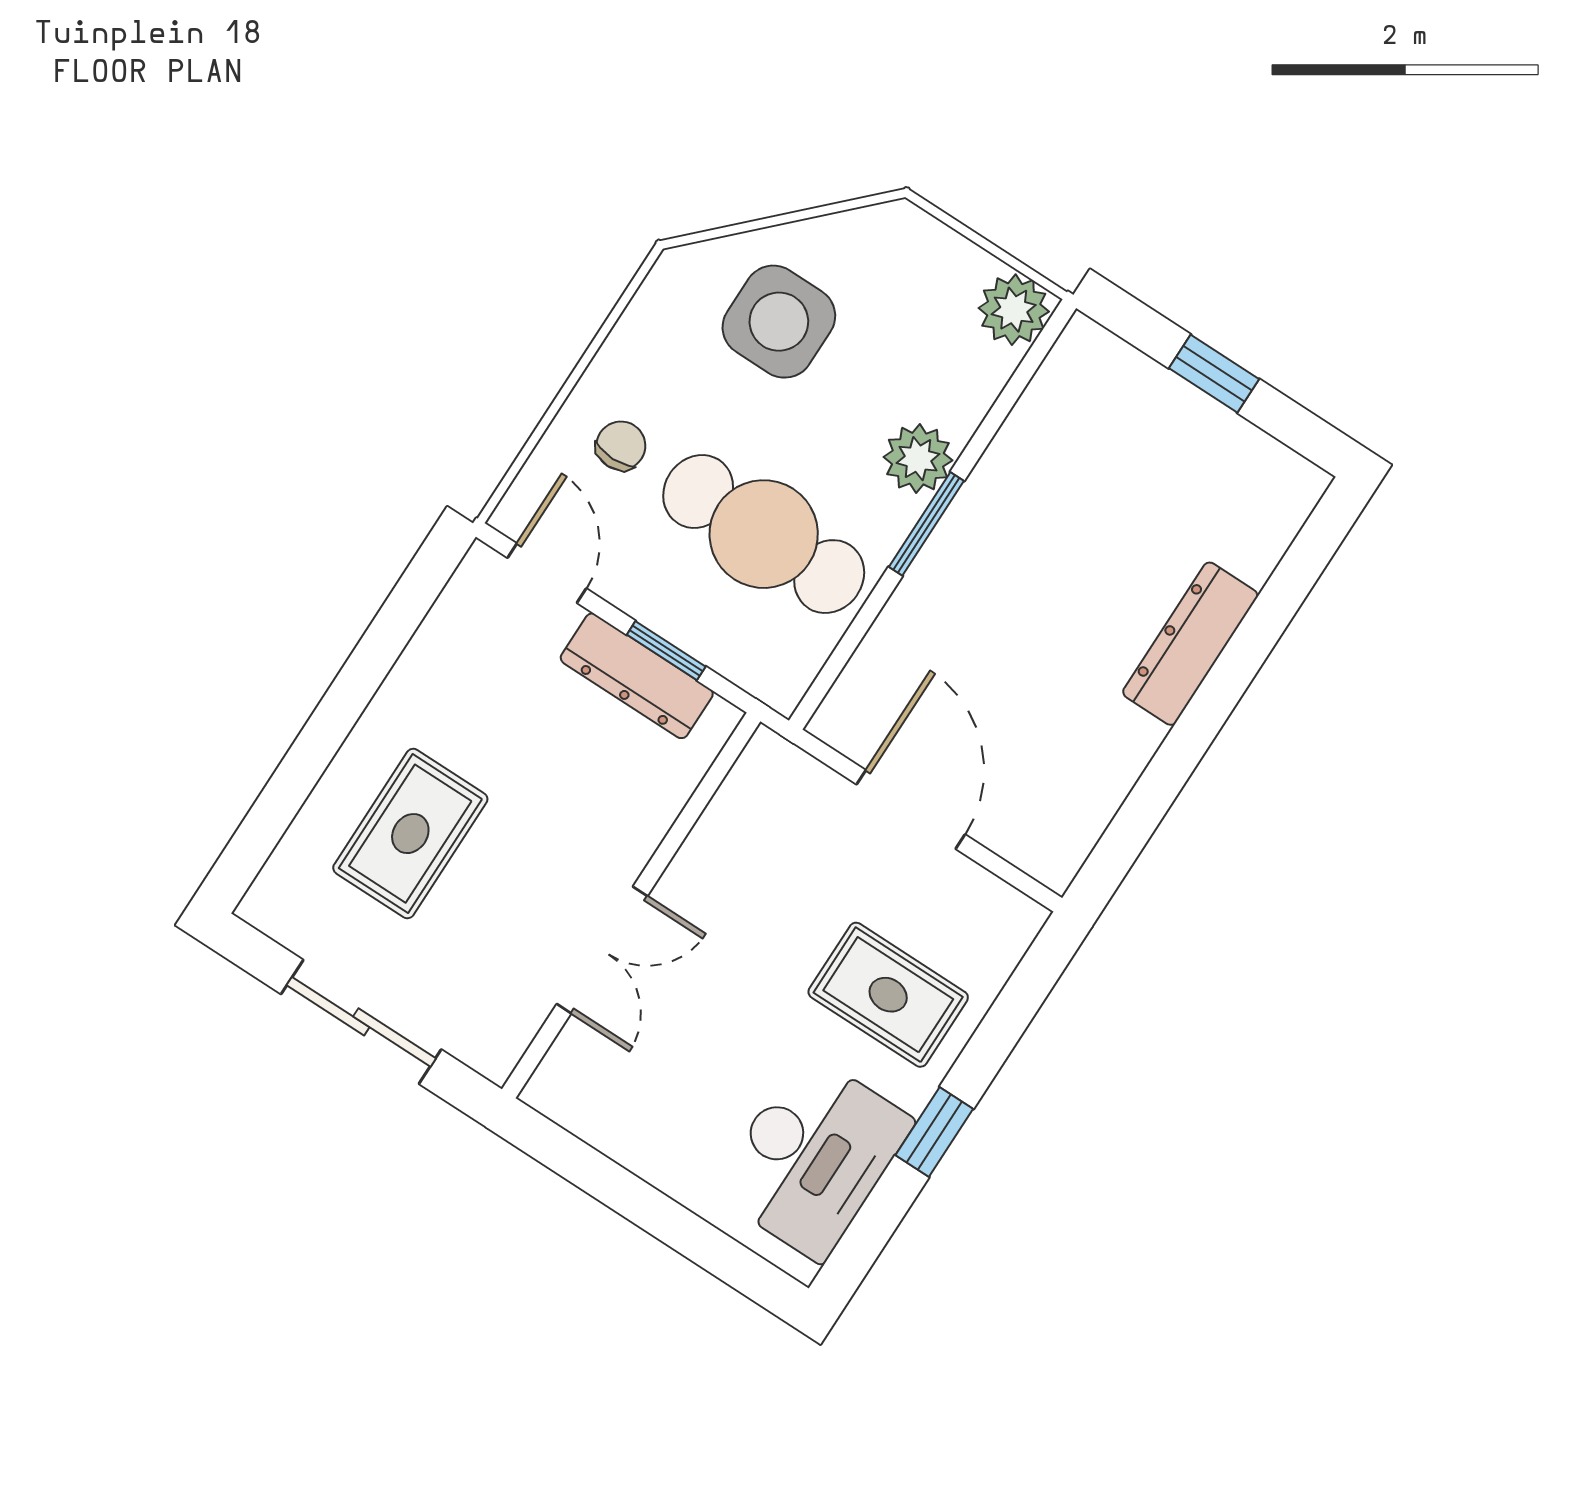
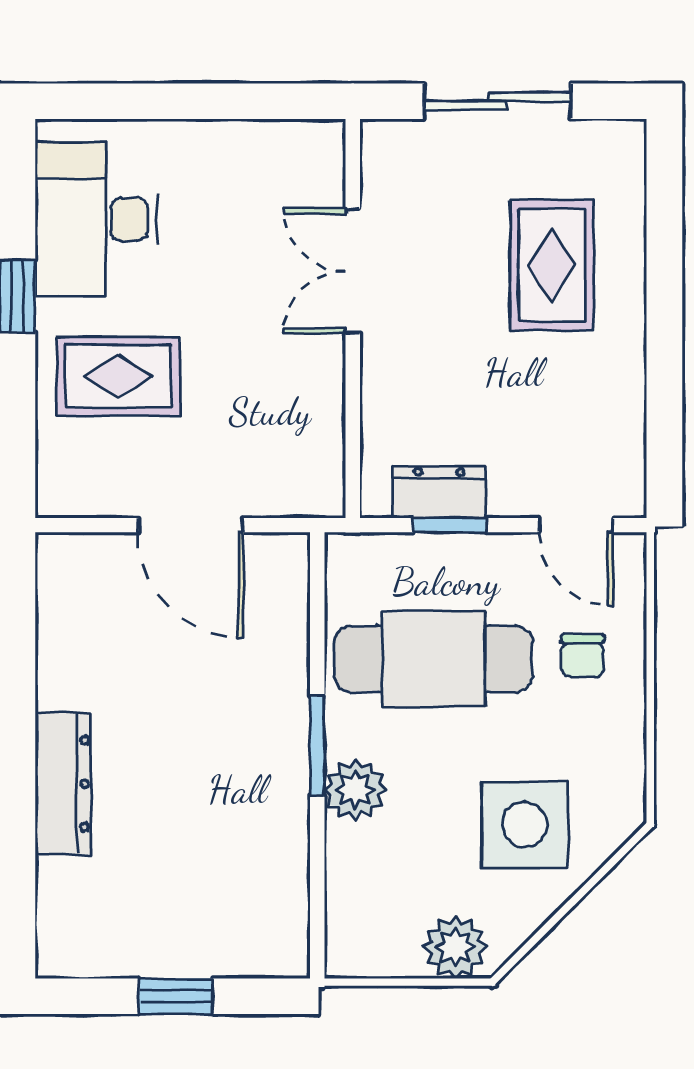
plant: (1014, 310) -> (455, 947), moved
dresser: (637, 676) -> (439, 492), width x0.70

